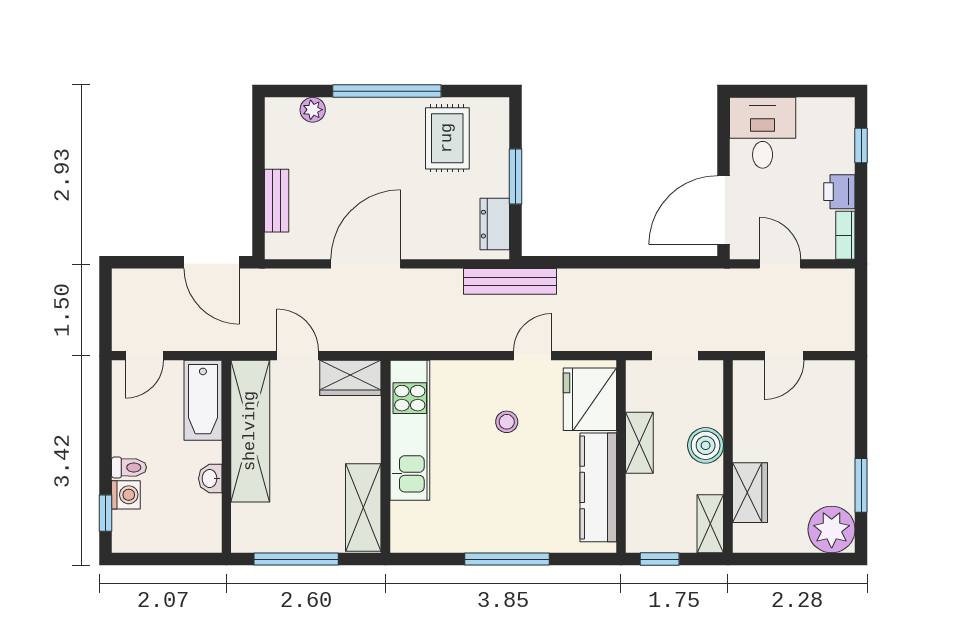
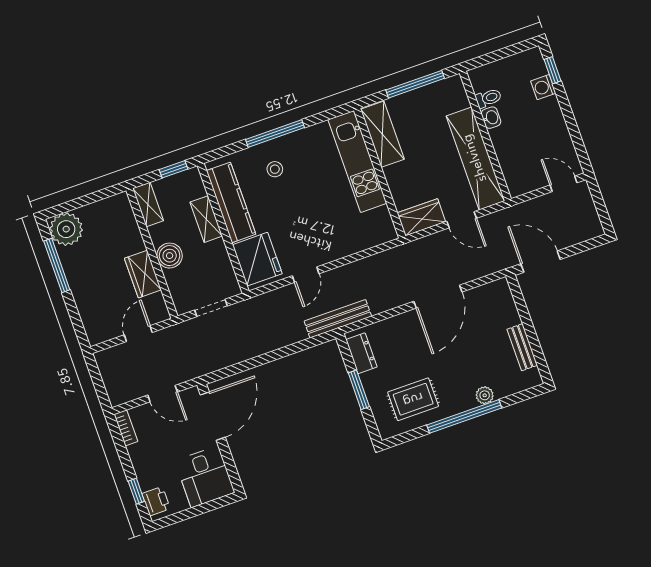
plant: (313, 110) -> (485, 395), moved
rug: (447, 138) -> (413, 399), turned 90
printer: (839, 192) -> (156, 501), moved
bench: (277, 201) -> (522, 347), moved
door: (144, 356) -> (563, 184), hinge flipped
bathtub: (203, 400) -> (514, 168), removed
stool: (507, 422) -> (275, 169), moved
kitchen unit: (410, 430) -> (357, 161), moved
shelving: (639, 443) -> (206, 219), moved
toilet: (129, 467) -> (488, 98), moved, turned 180
window: (861, 485) -> (57, 265), width x1.44
wardrobe: (750, 493) -> (143, 274), moved

